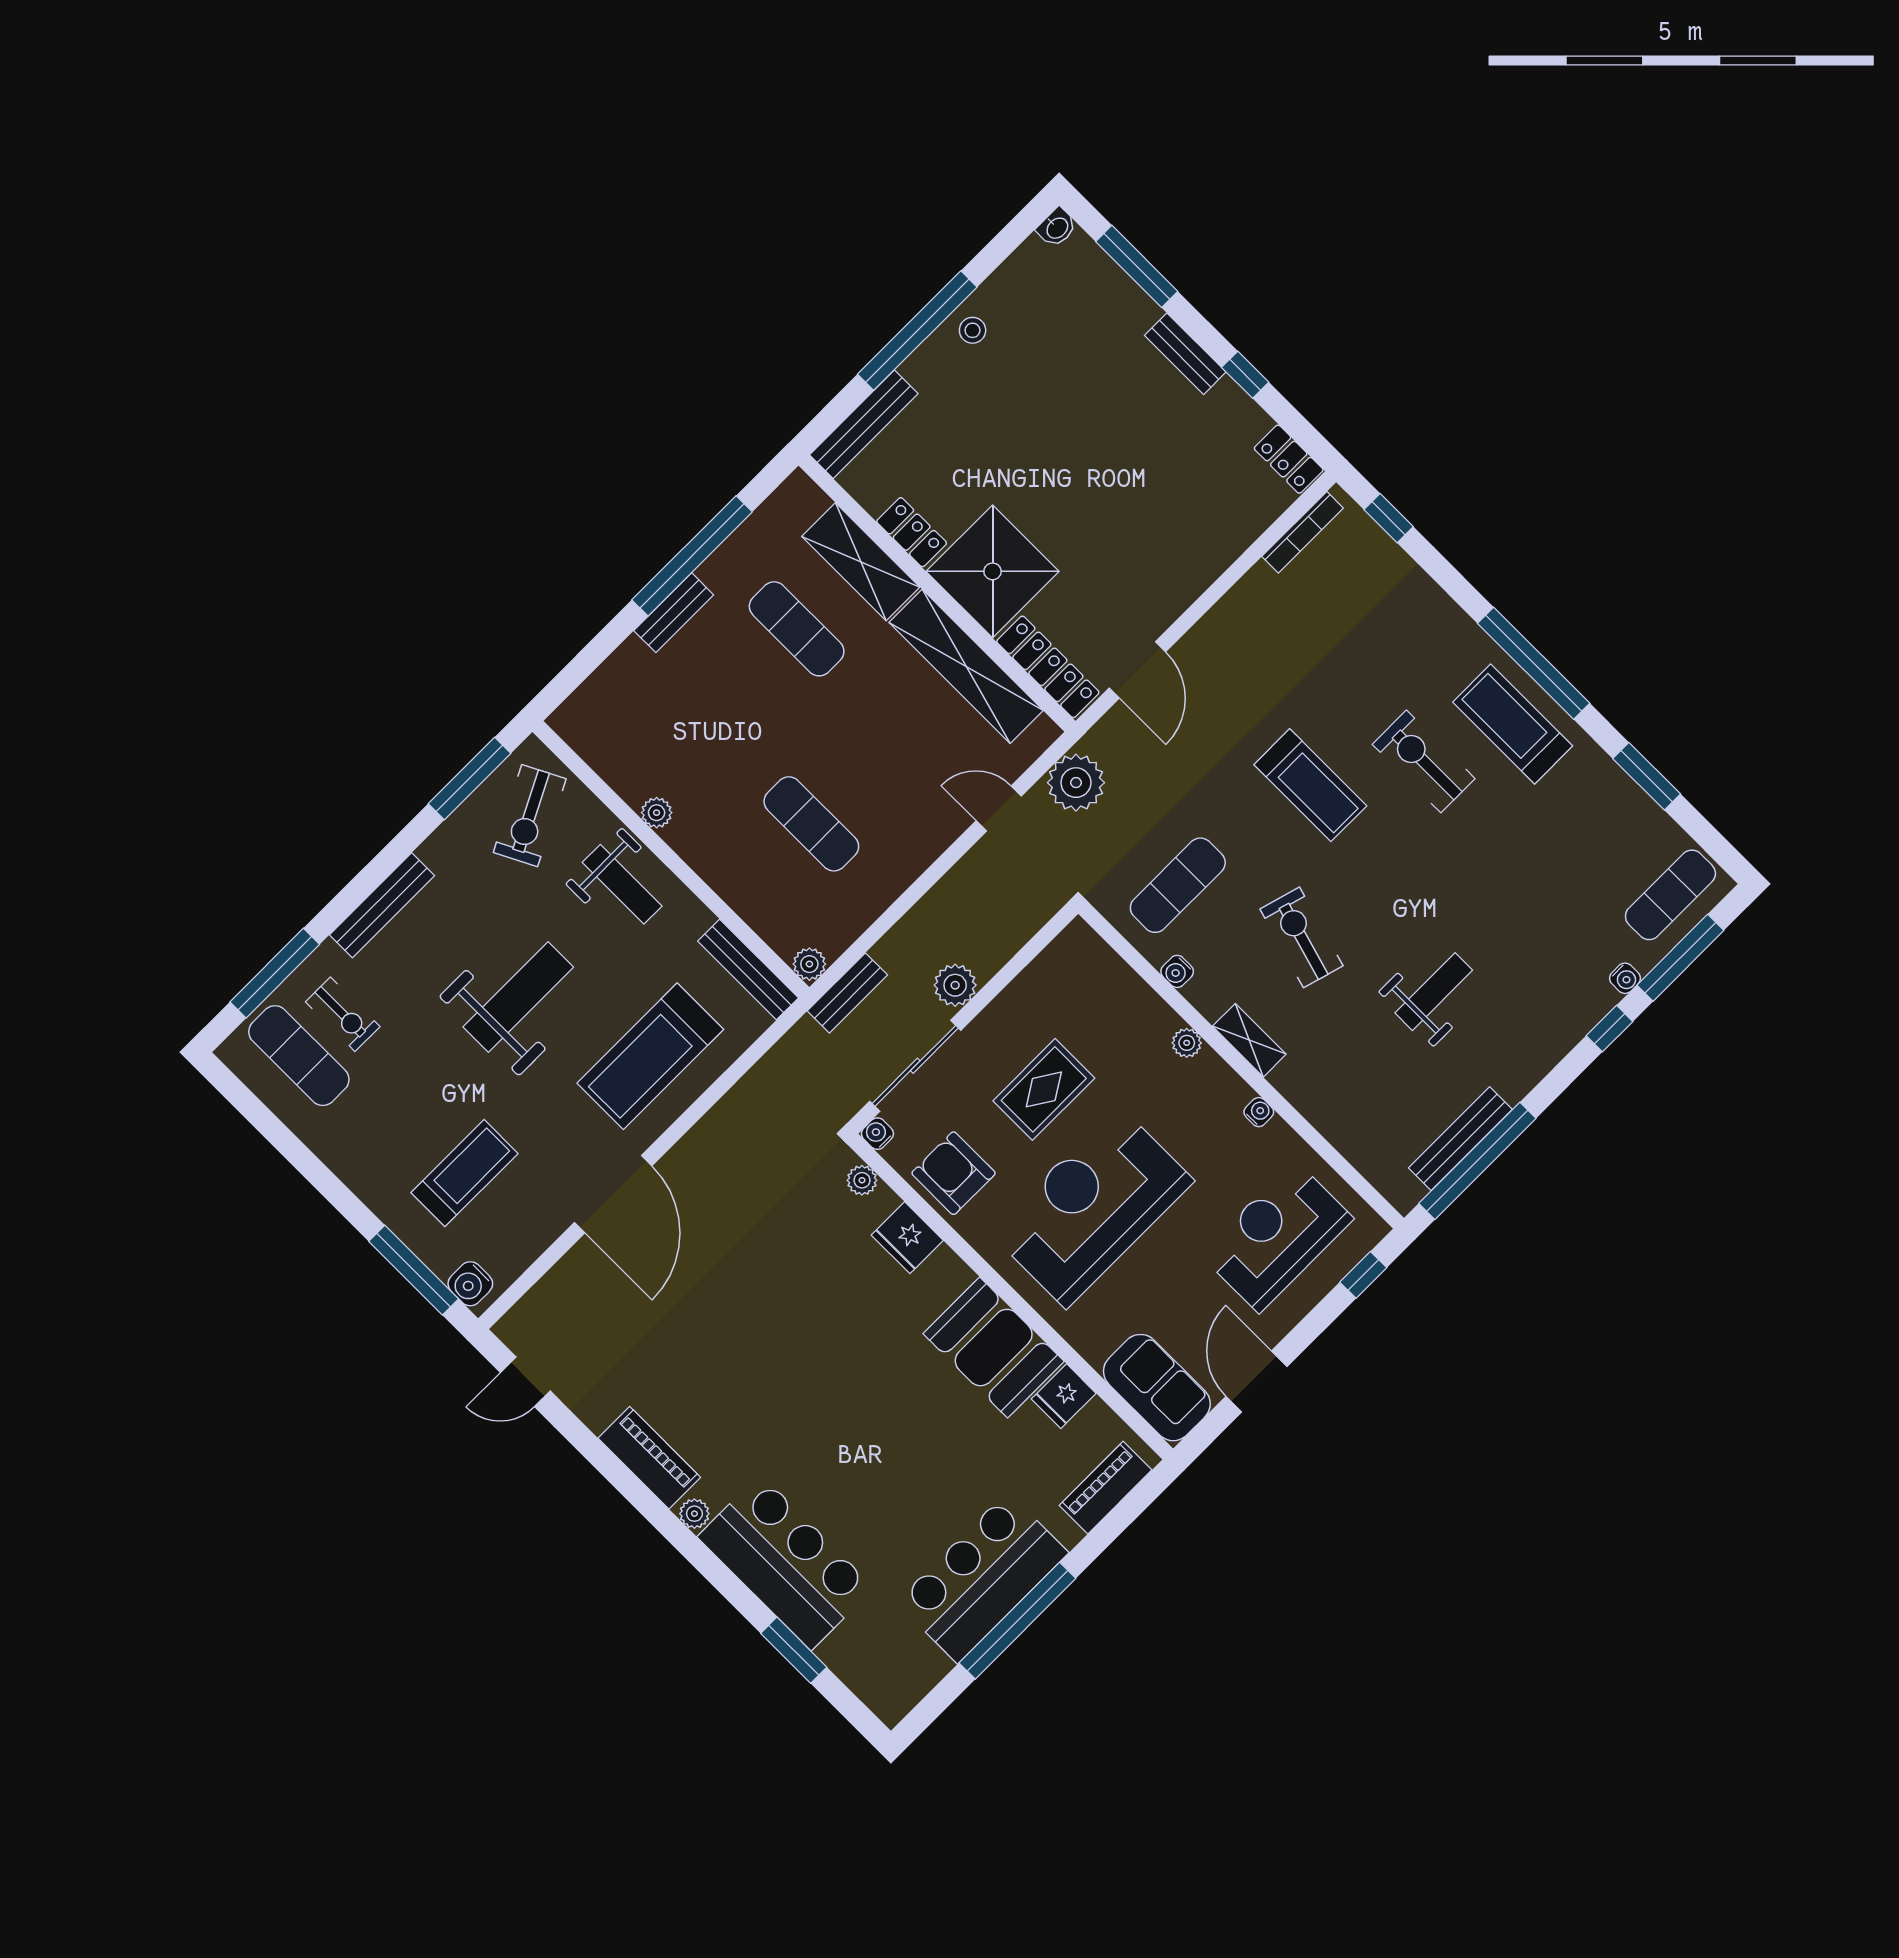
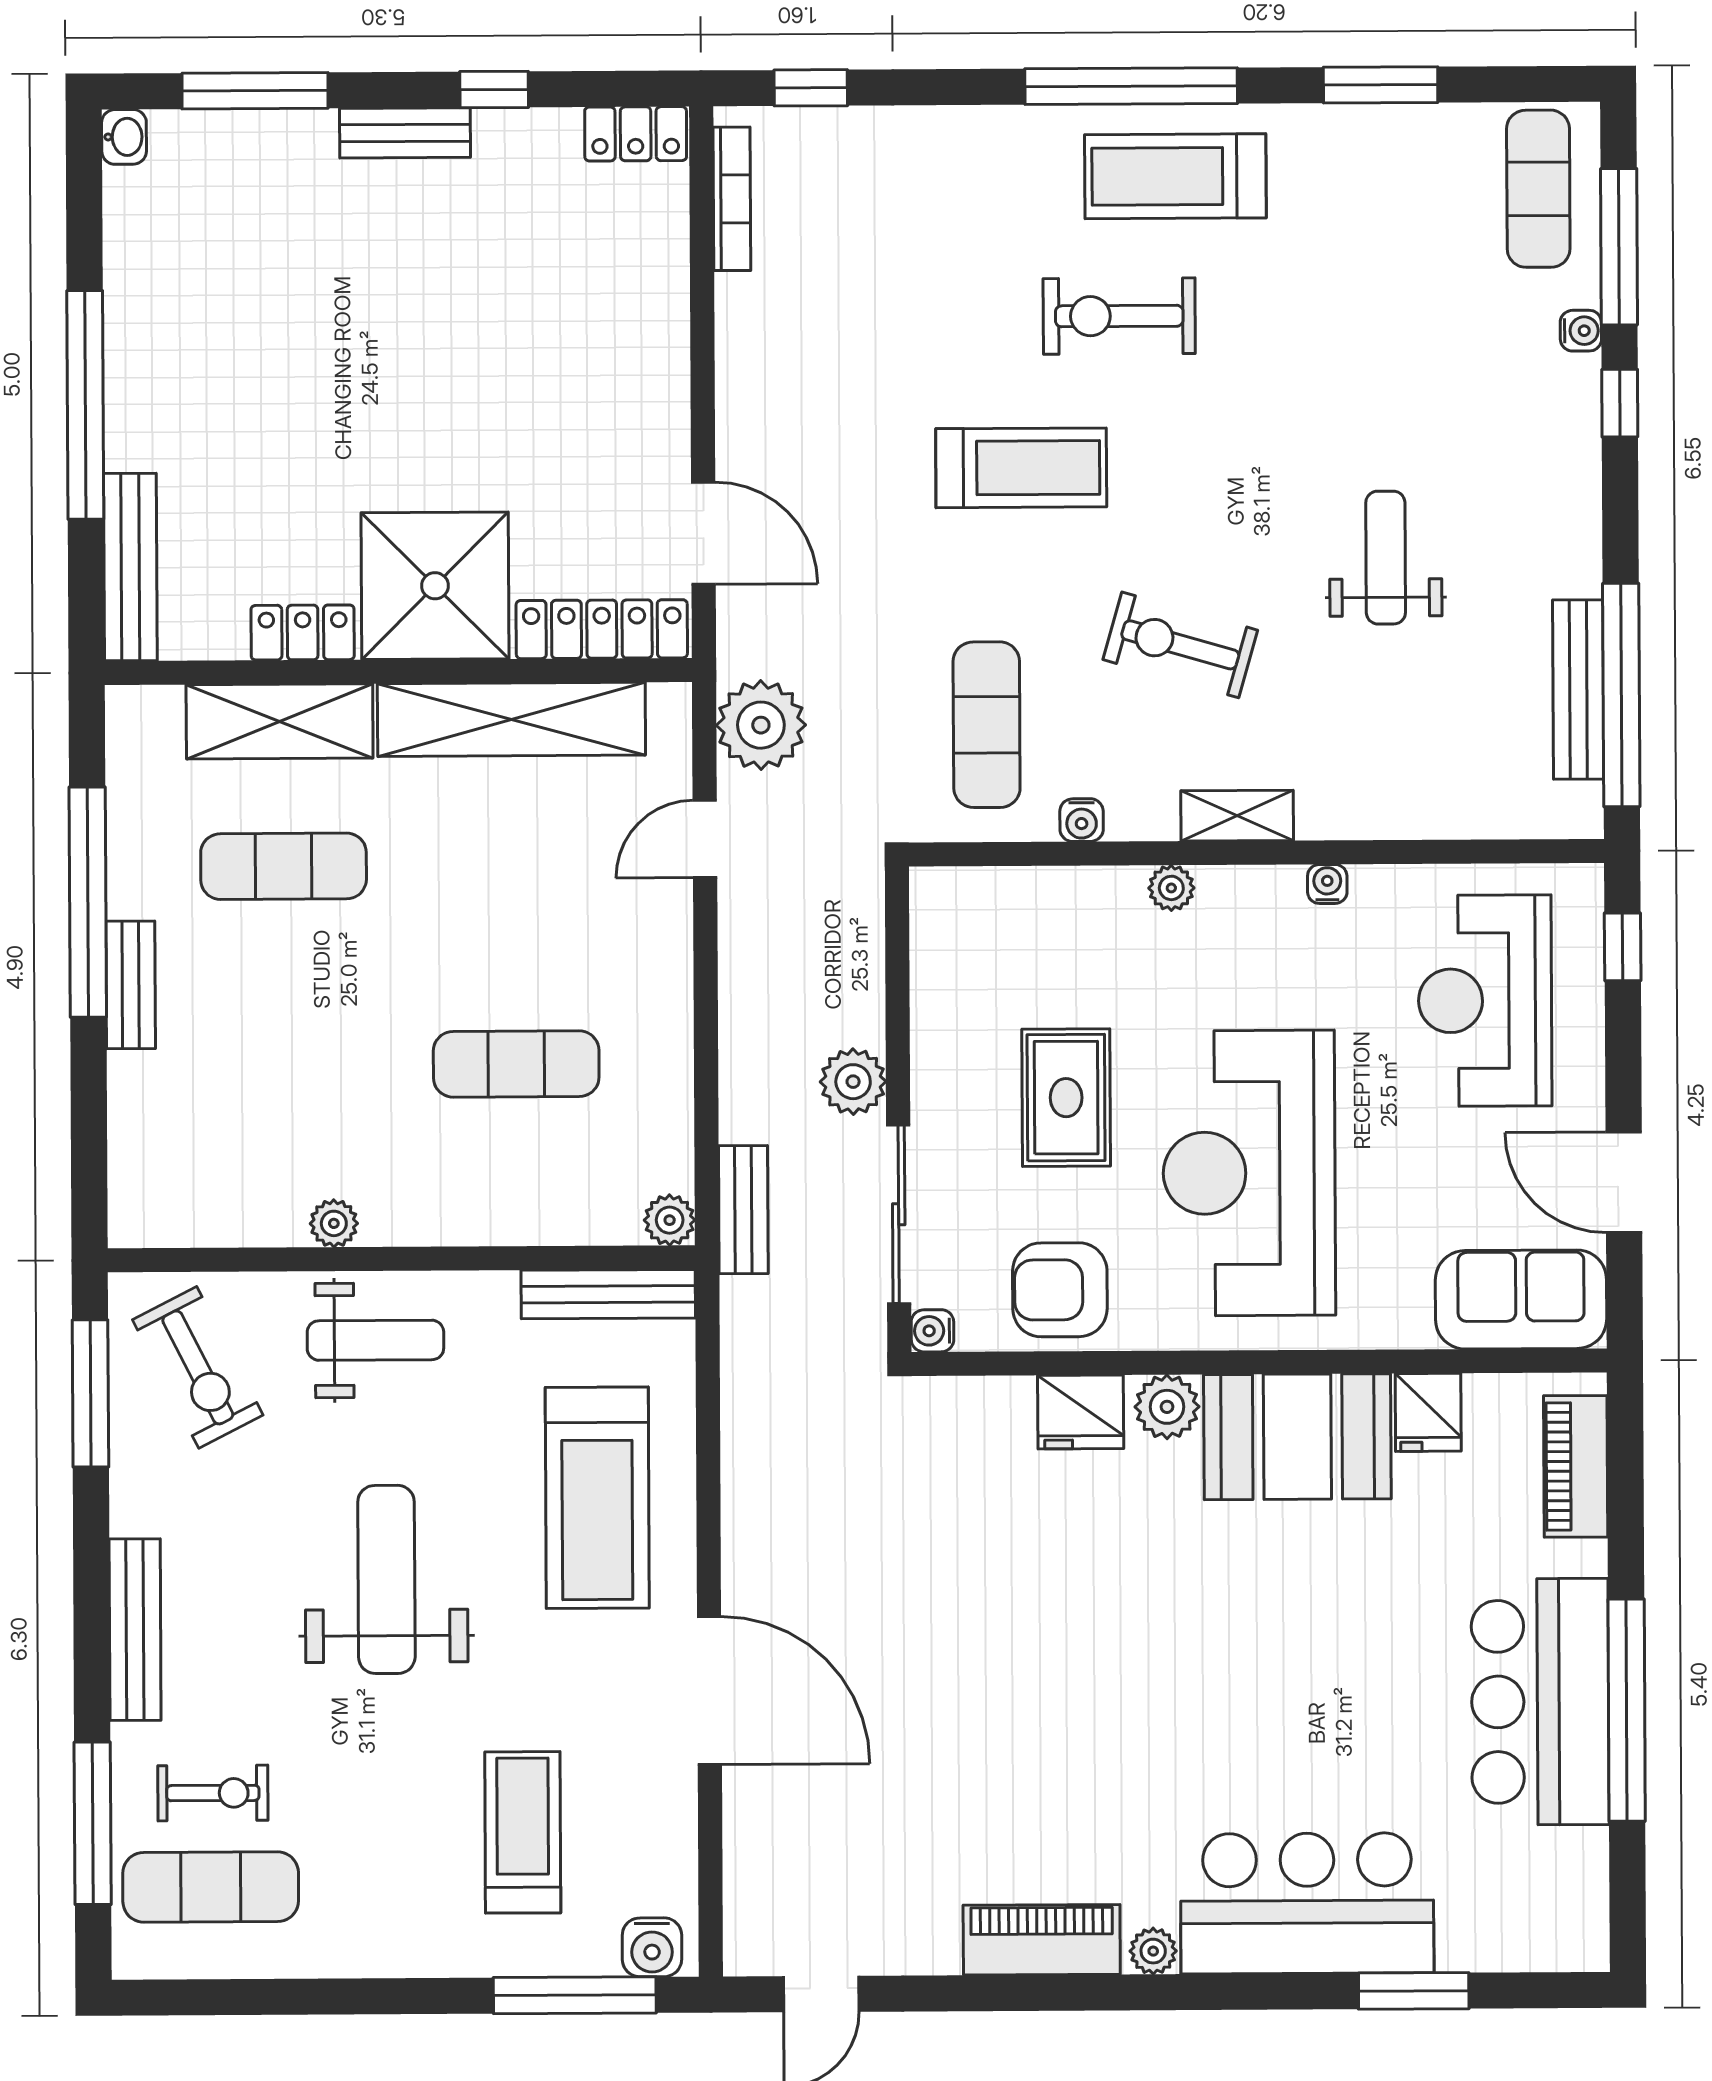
stool: (973, 330) -> (145, 343), removed
plant: (862, 1180) -> (1167, 1407), moved, width x1.38, depth x1.38

